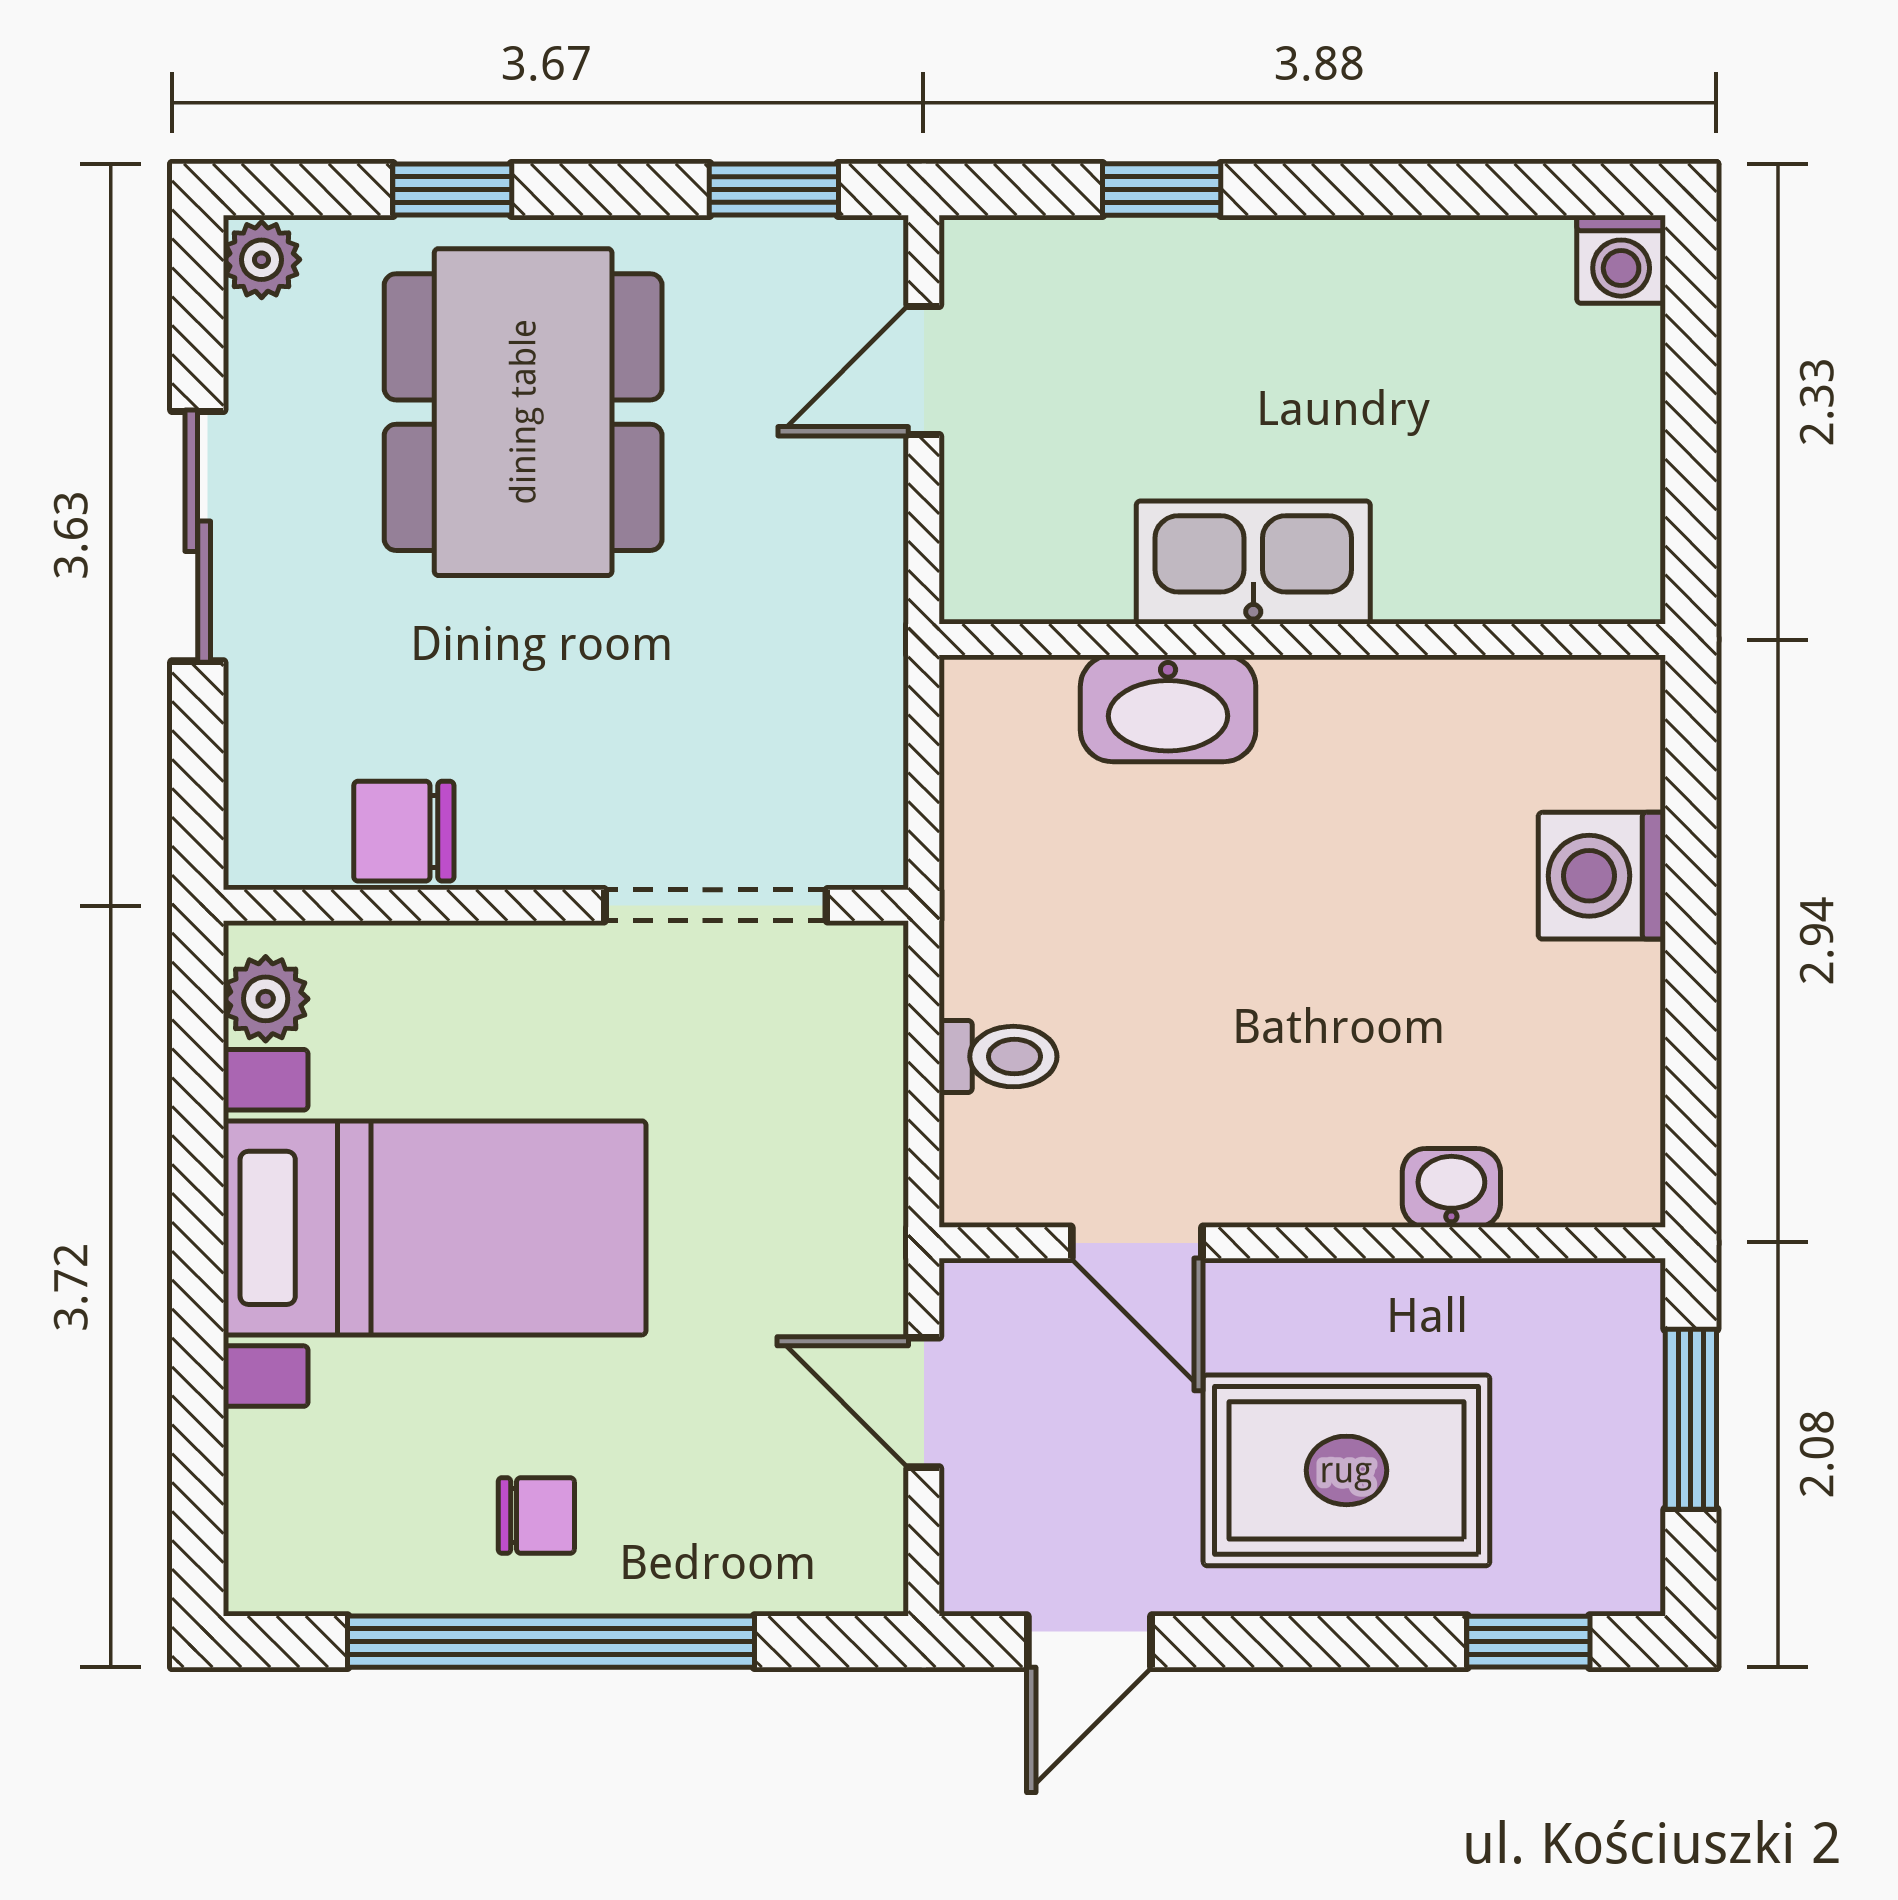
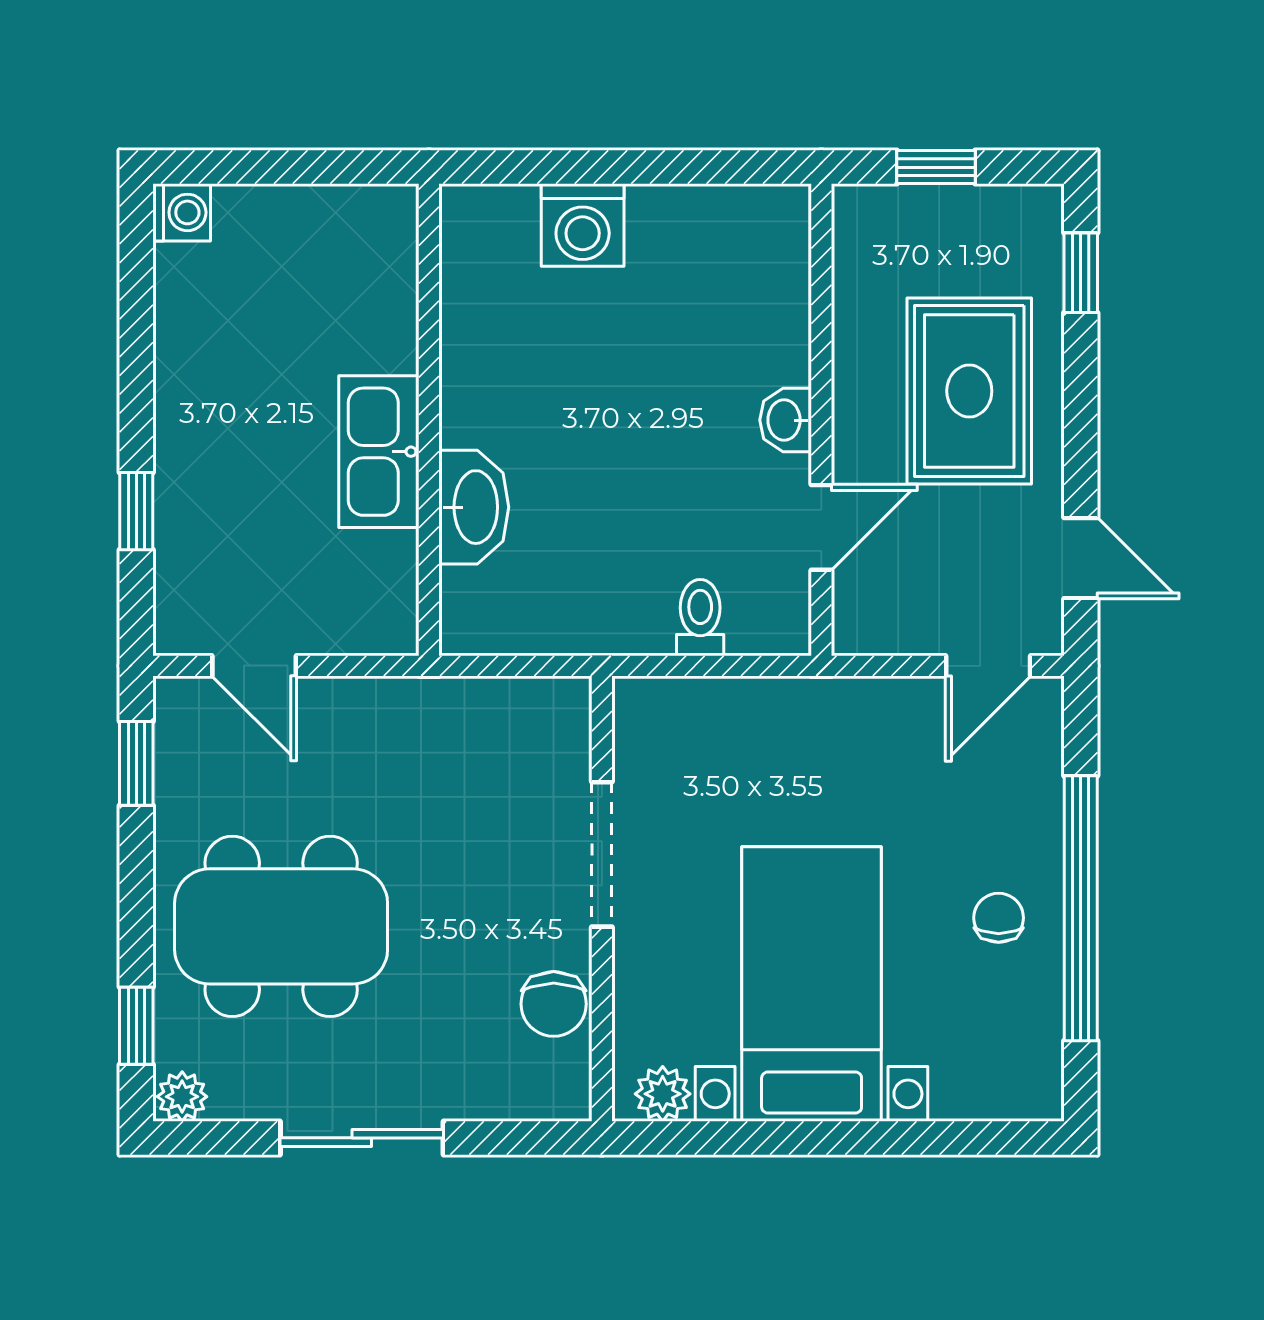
window: (452, 189) -> (136, 1026), moved
doorway: (716, 905) -> (602, 854), moved
washbasin: (1451, 1188) -> (786, 420), moved
door: (924, 1402) -> (988, 666), moved
window: (1691, 1419) -> (936, 167), width x0.67

